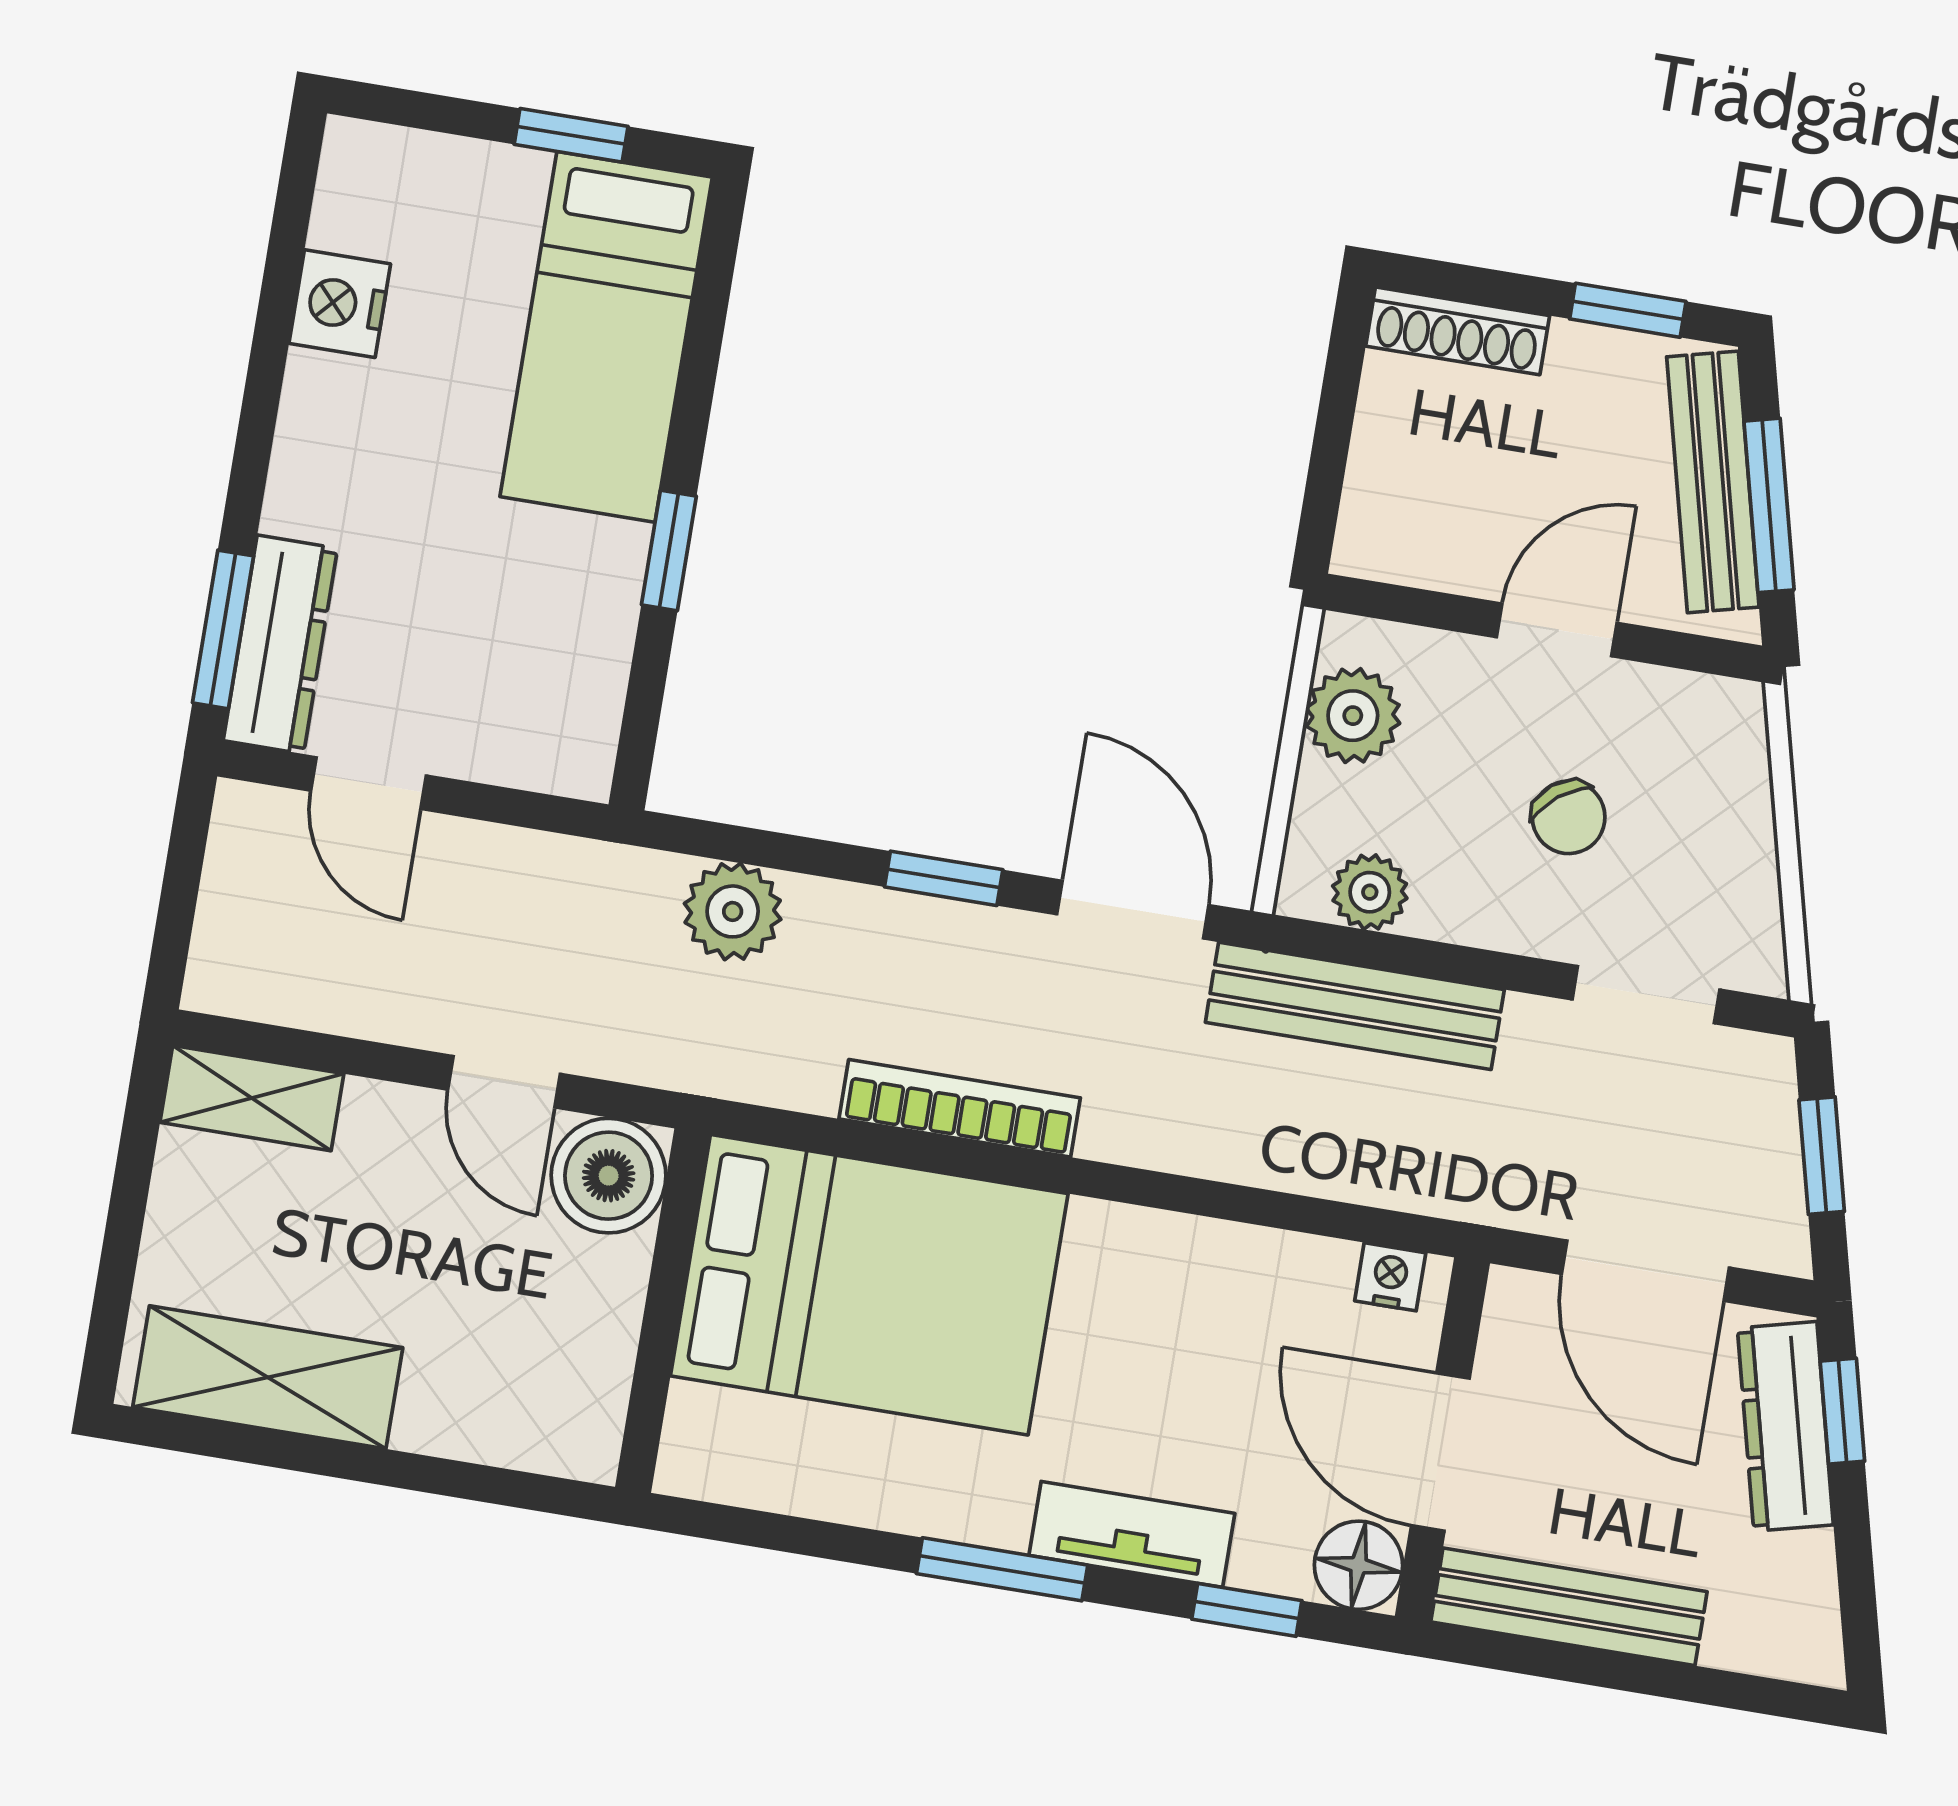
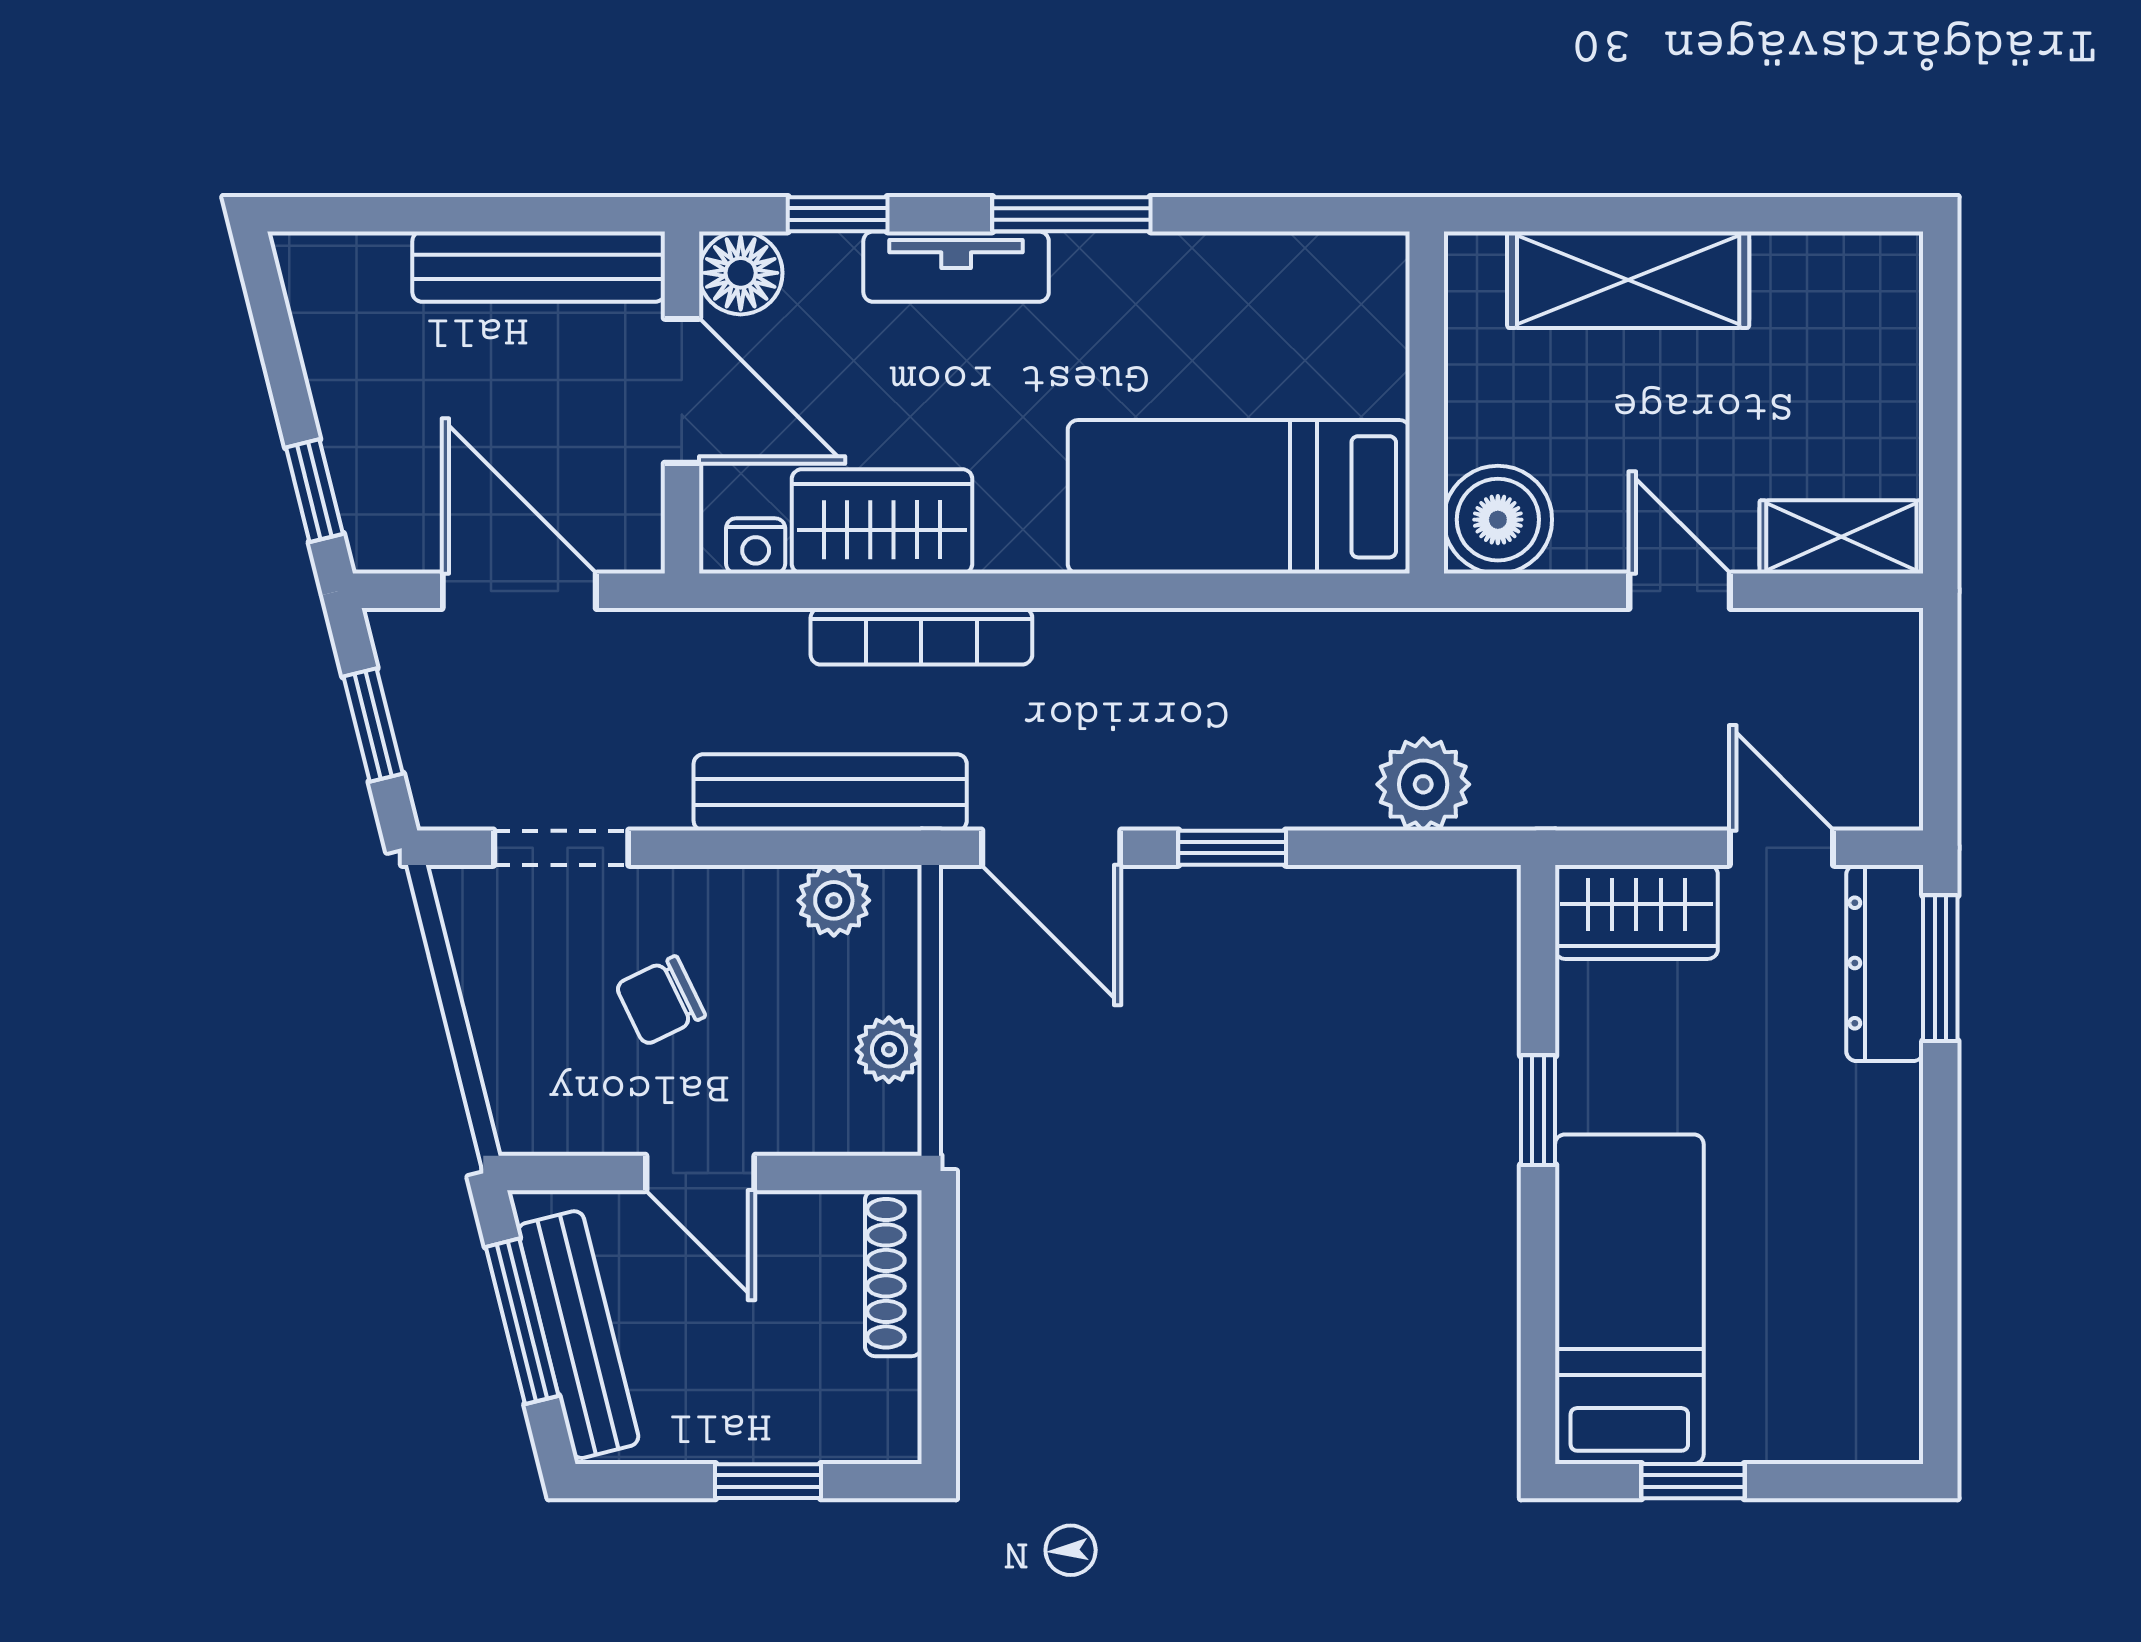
nightstand: (340, 304) -> (1882, 1289), removed
window: (1628, 310) -> (768, 1481), moved
shoe rack: (1458, 331) -> (893, 1273), moved, turned -90
door: (1557, 630) -> (700, 1173), hinge flipped
plant: (1353, 716) -> (889, 1050), width x0.73, depth x0.73
wardrobe: (531, 741) -> (1636, 912), added
chair: (1569, 817) -> (660, 1001), turned -78
door: (504, 1082) -> (1680, 591), moved
bookcase: (960, 1108) -> (921, 636), moved
wardrobe: (1254, 1281) -> (882, 521), added
bed: (869, 1285) -> (1239, 497), width x0.67
shelving: (268, 1377) -> (1628, 280), moved
dresser: (1785, 1426) -> (365, 468), removed

